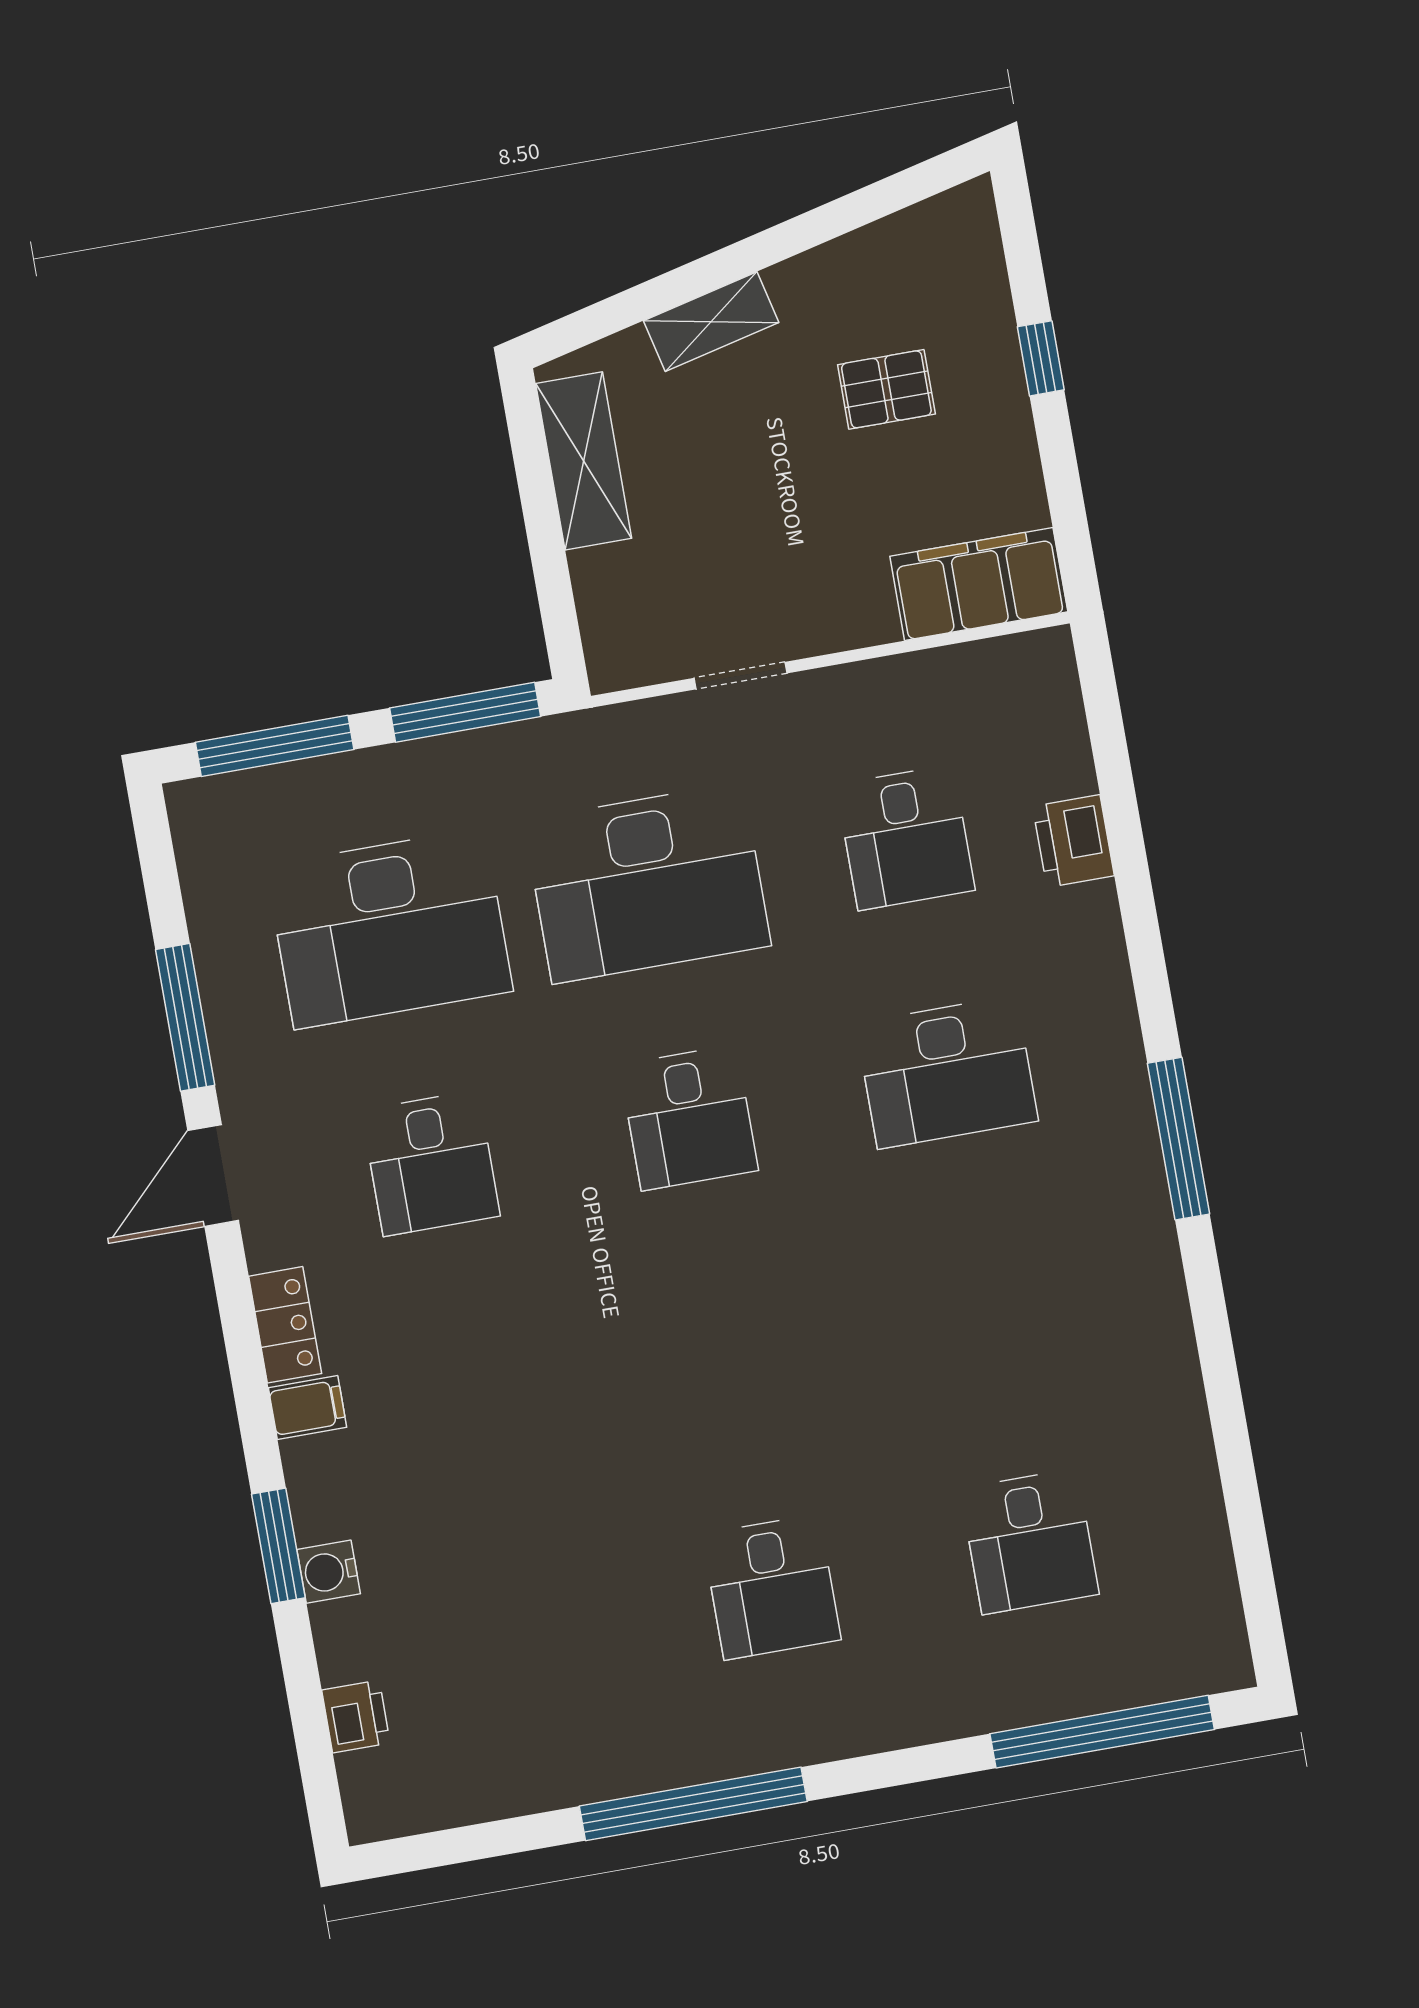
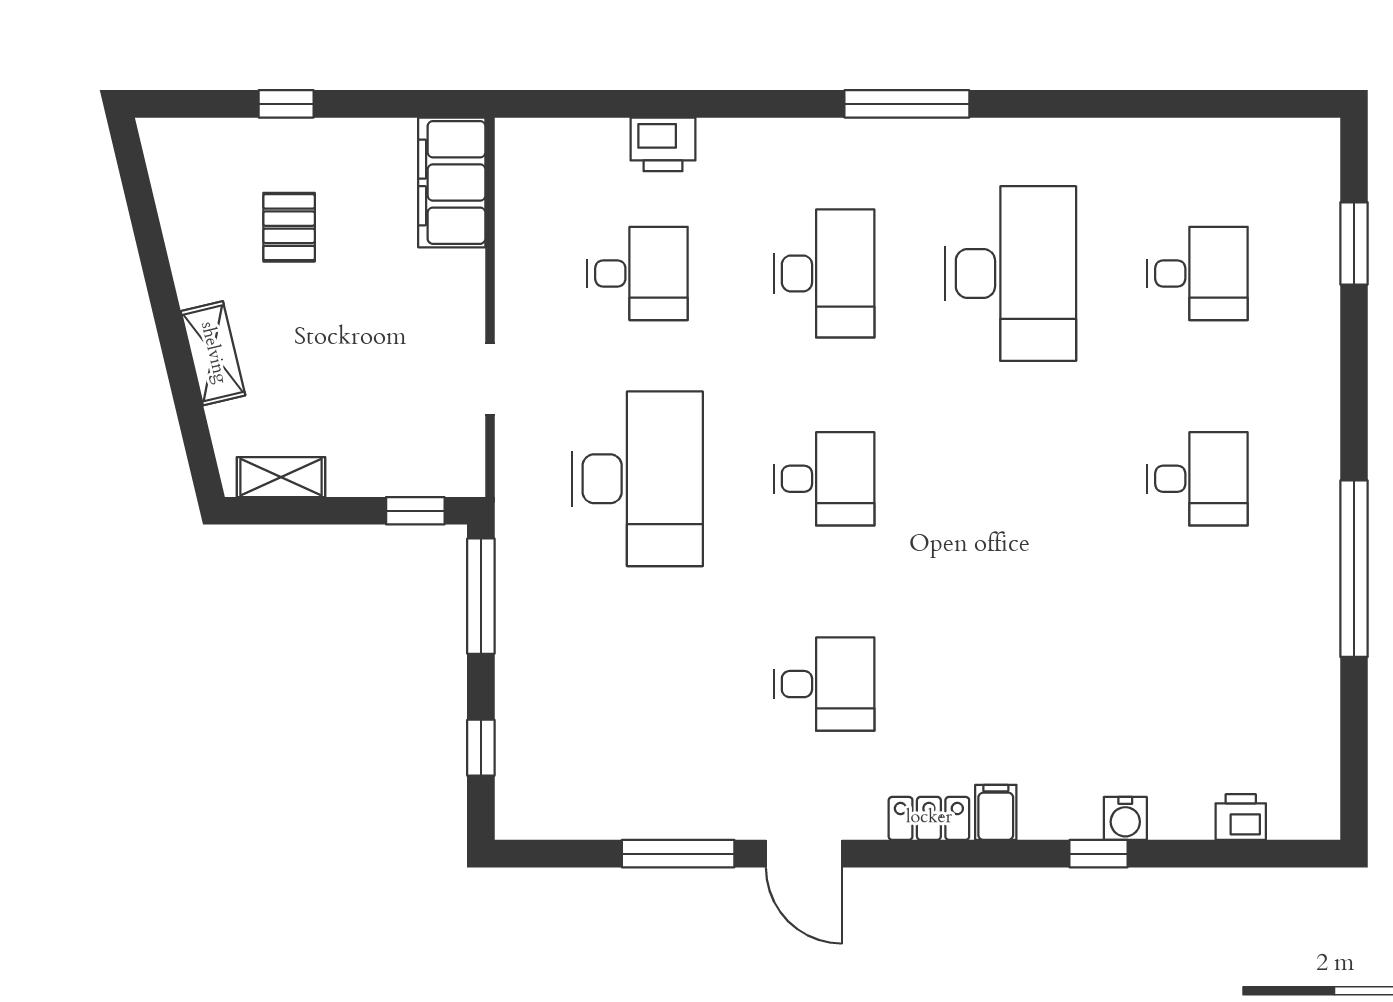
shelving: (584, 461) -> (281, 477), width x0.67, depth x0.75
window: (558, 611) -> (415, 511), added
window: (275, 746) -> (481, 748), width x0.46
desk: (389, 929) -> (1011, 273), moved
window: (278, 1546) -> (1099, 854), width x0.67
window: (1102, 1732) -> (1354, 243), width x0.47

